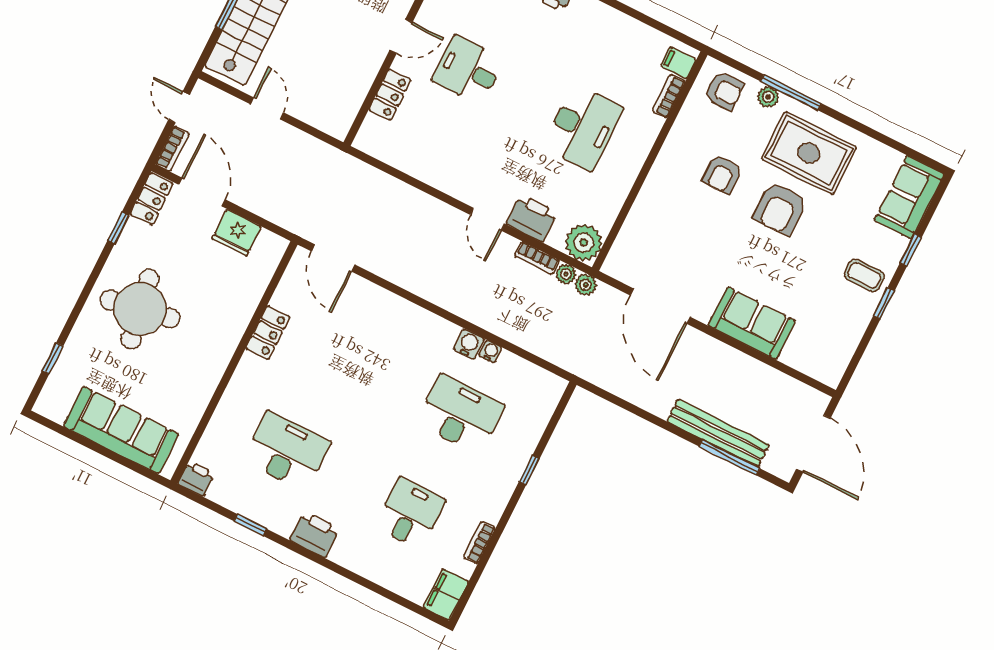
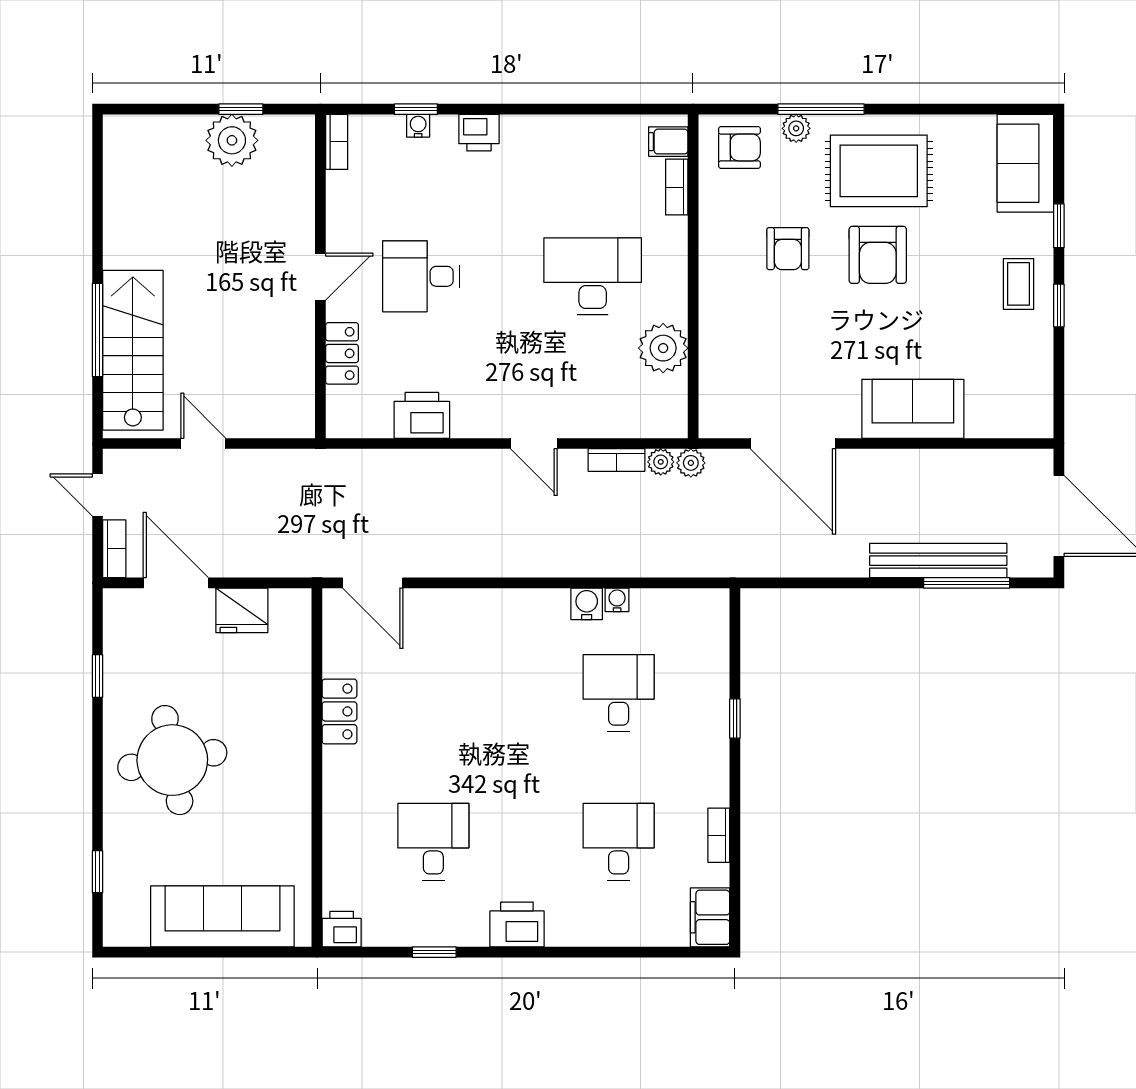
desk: (583, 127) -> (593, 276), turned -90
locker: (151, 199) -> (120, 621), removed
printer: (532, 218) -> (422, 415), moved
plant: (584, 243) -> (663, 348), moved
coffee table: (864, 275) -> (1019, 284), turned 90
desk: (460, 414) -> (619, 693), width x0.73
desk: (287, 451) -> (433, 842), width x0.73

